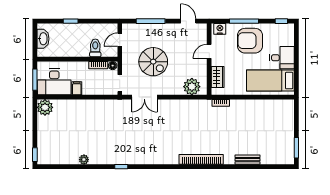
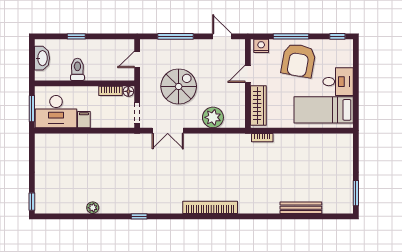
armchair: (250, 41) -> (298, 60), turned -80
toilet: (95, 48) -> (77, 69), moved
spiral stairs: (153, 62) -> (179, 86), turned -90
wardrobe: (218, 77) -> (258, 105), width x1.50
plant: (192, 87) -> (213, 117), moved
plant: (45, 107) -> (45, 143), removed
bookcase: (201, 159) -> (210, 207), moved
bench: (247, 160) -> (301, 208), width x1.36

